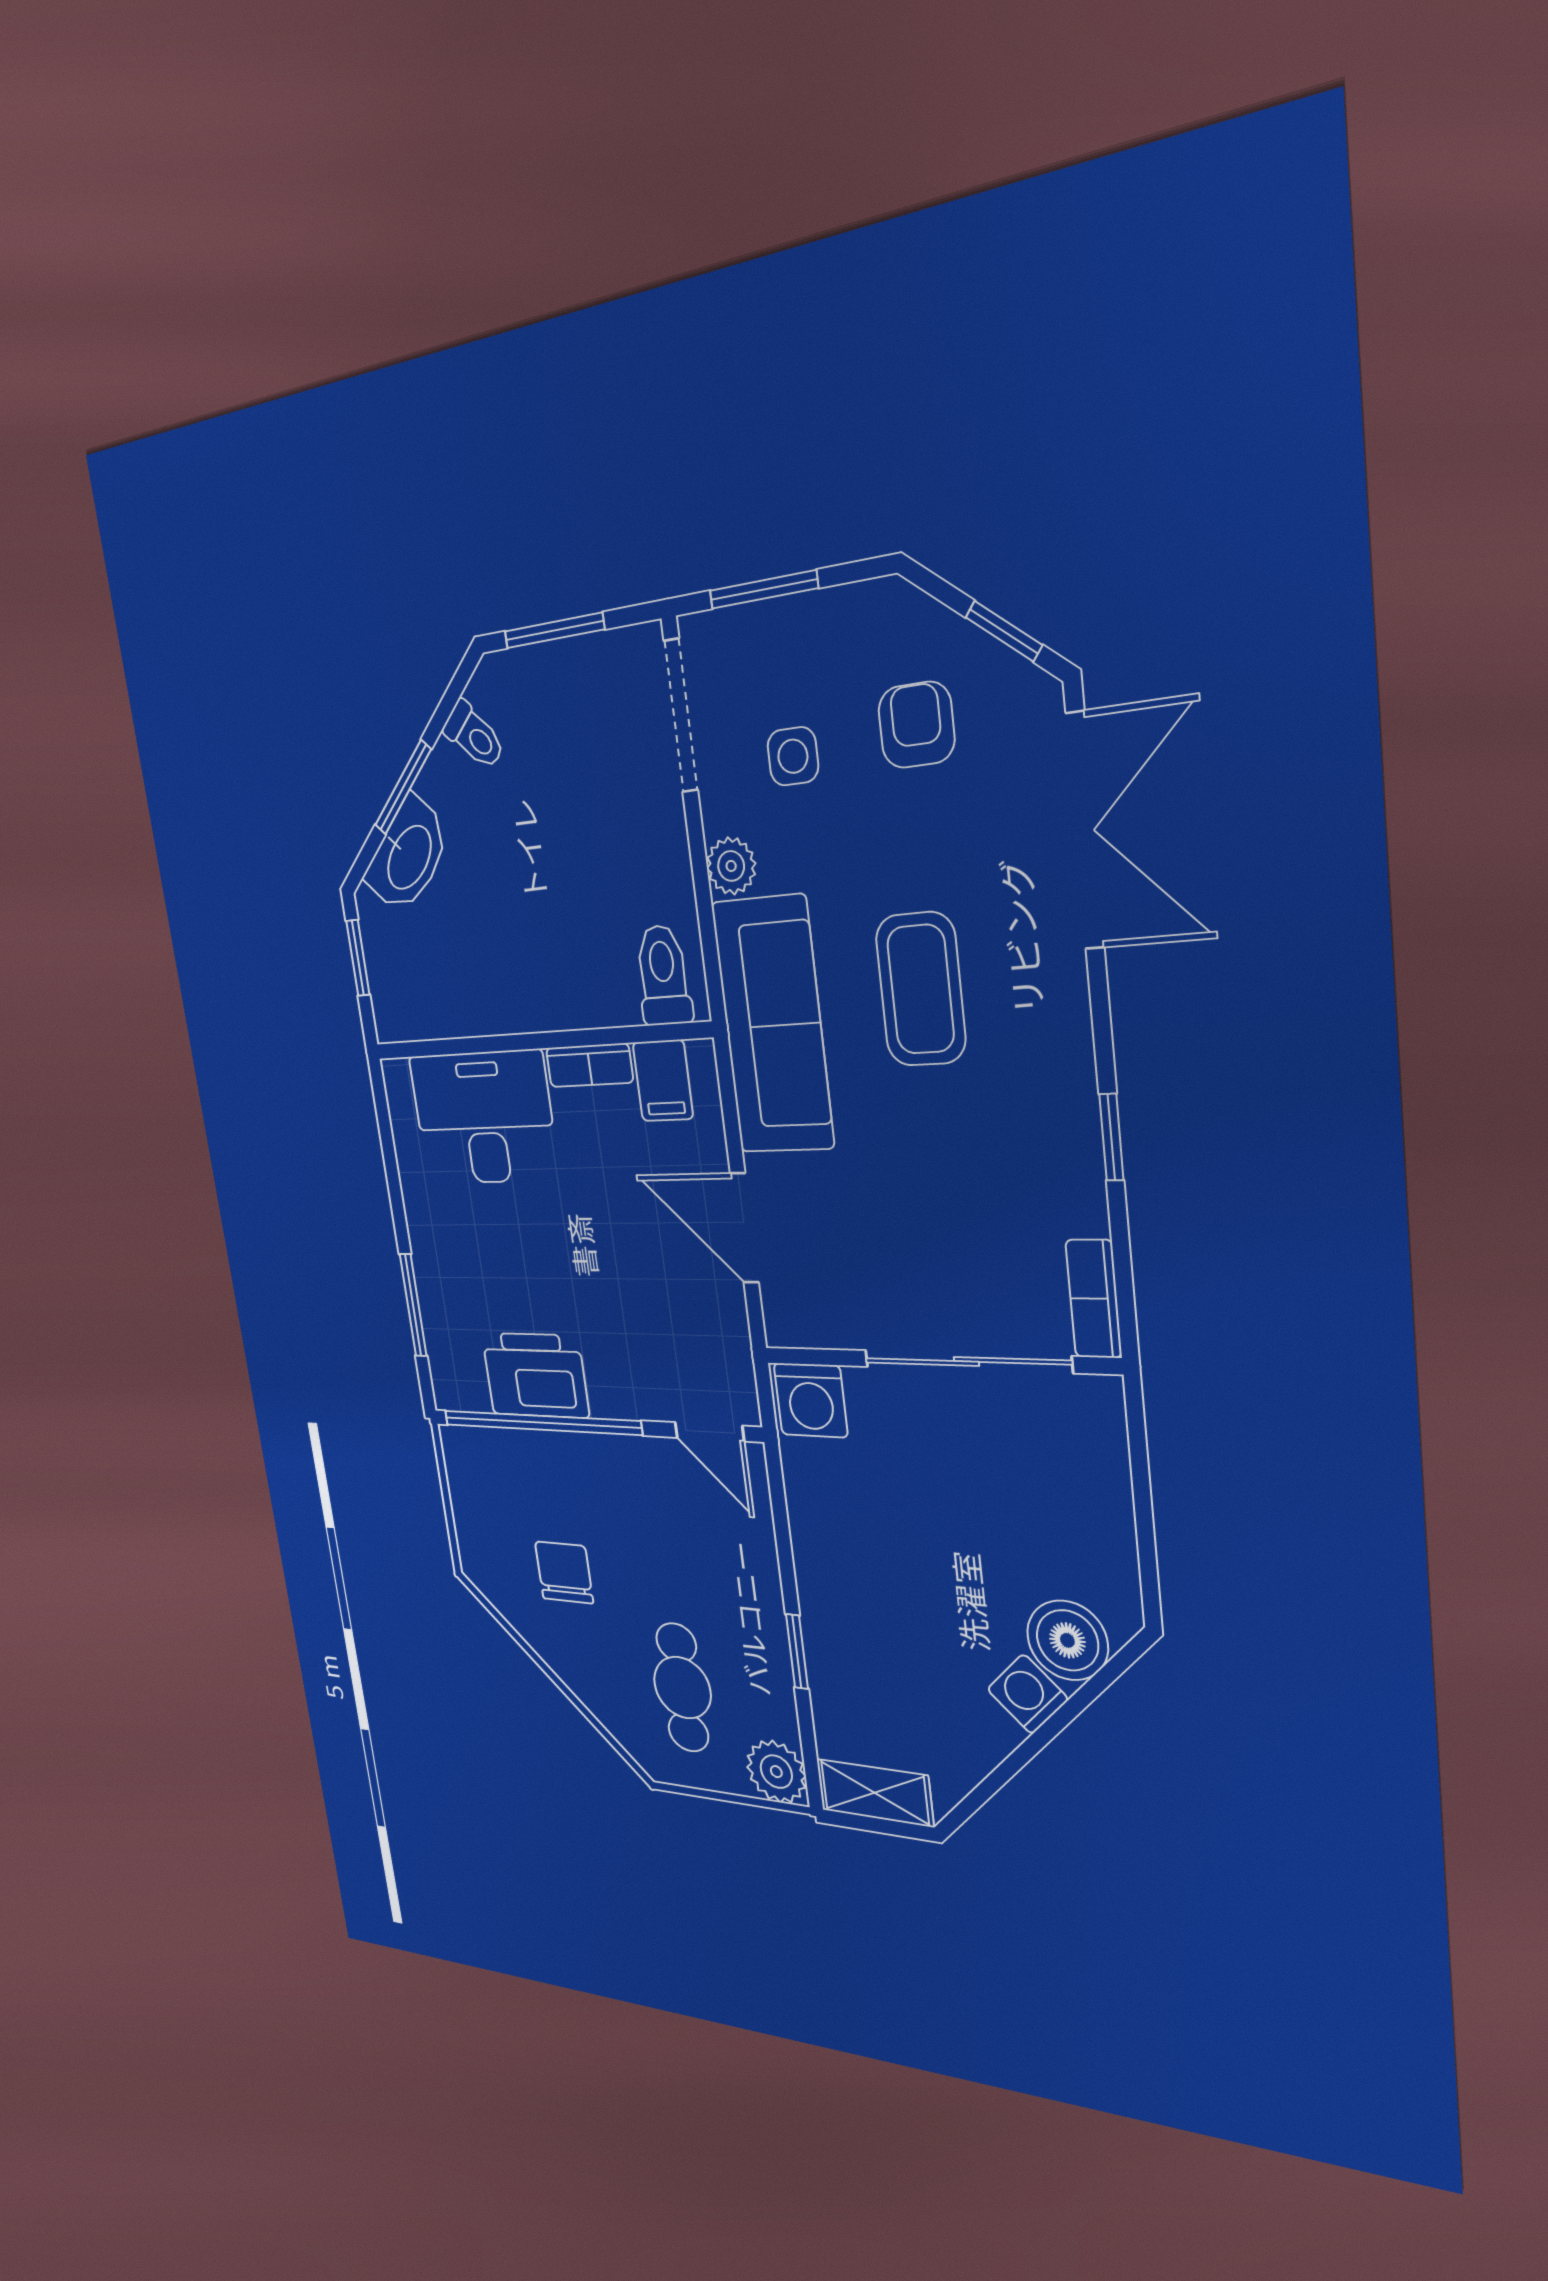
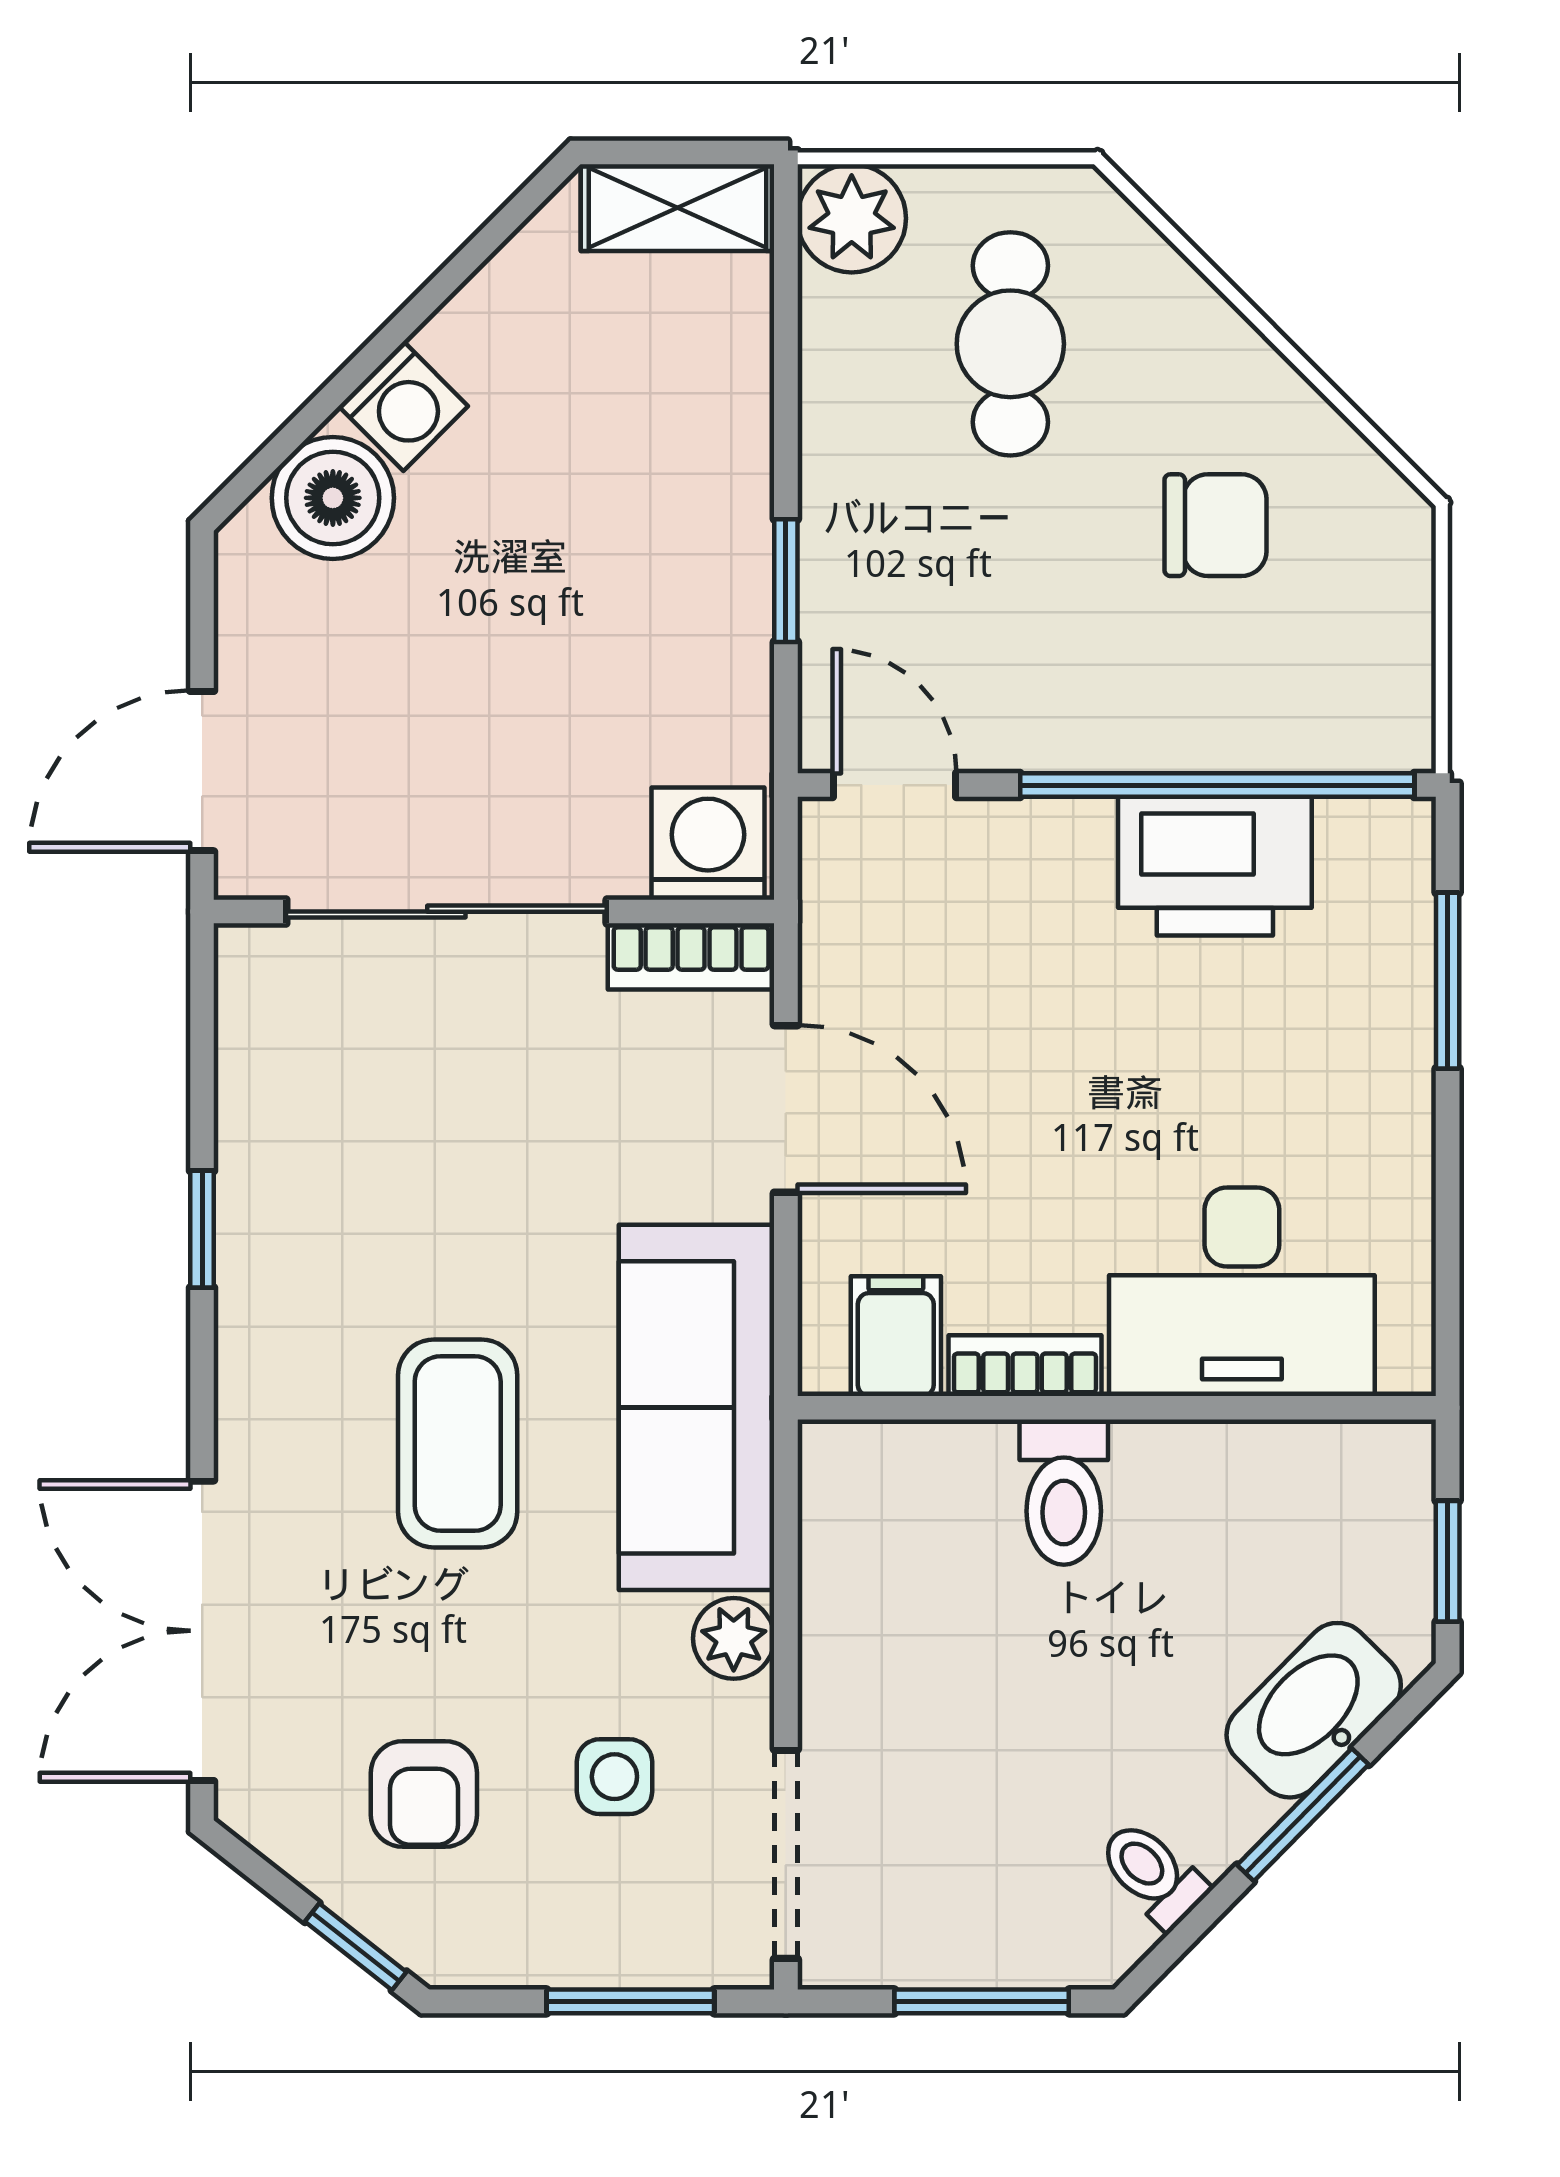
window: (1004, 631) -> (356, 1947), moved
toilet: (663, 975) -> (1064, 1492), moved
bookcase: (1094, 1299) -> (691, 956), moved, turned 90
door: (1139, 1465) -> (202, 771), added
chair: (564, 1572) -> (1215, 525), turned -90
window: (797, 1652) -> (786, 581), moved

